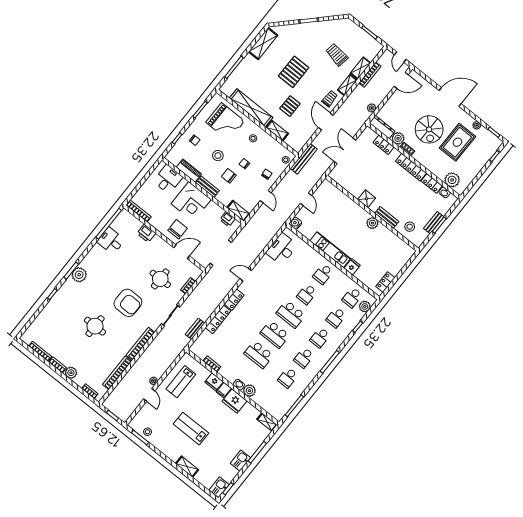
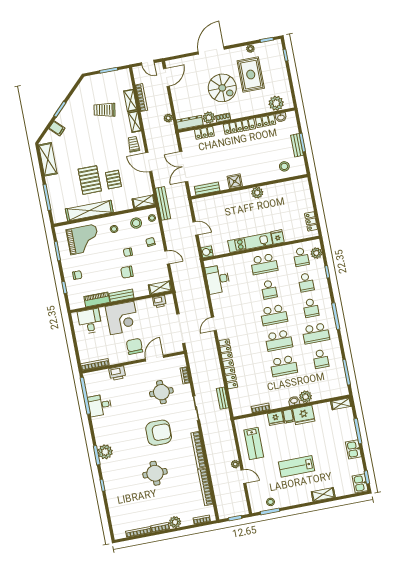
filing cabinet: (292, 31) -> (57, 128), added
pallet: (294, 72) -> (90, 180), moved
shelving: (277, 131) -> (144, 202), moved
stool: (218, 156) -> (136, 223), moved
bench: (387, 217) -> (207, 189), moved
school desk: (323, 274) -> (264, 264), width x1.85
school desk: (304, 358) -> (316, 333), width x1.85

